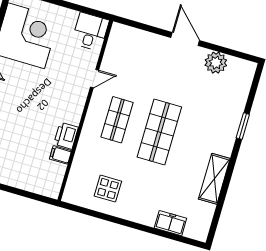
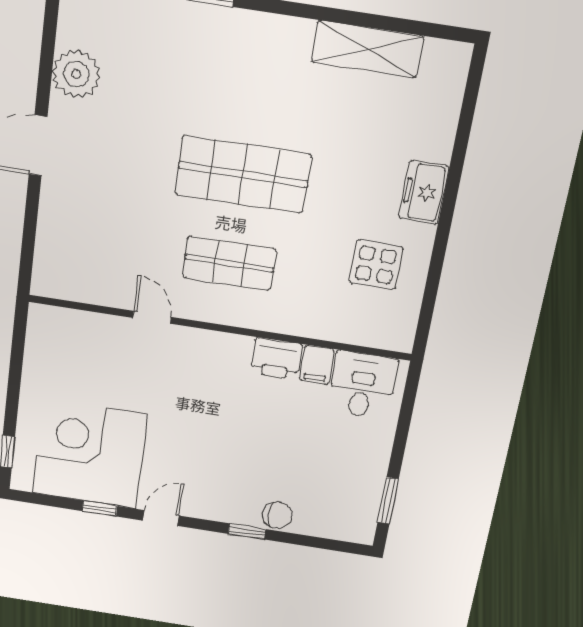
desk: (90, 32) -> (362, 385), moved, turned 90
shelving: (214, 179) -> (367, 49), moved
freezer: (170, 223) -> (424, 192), moved

